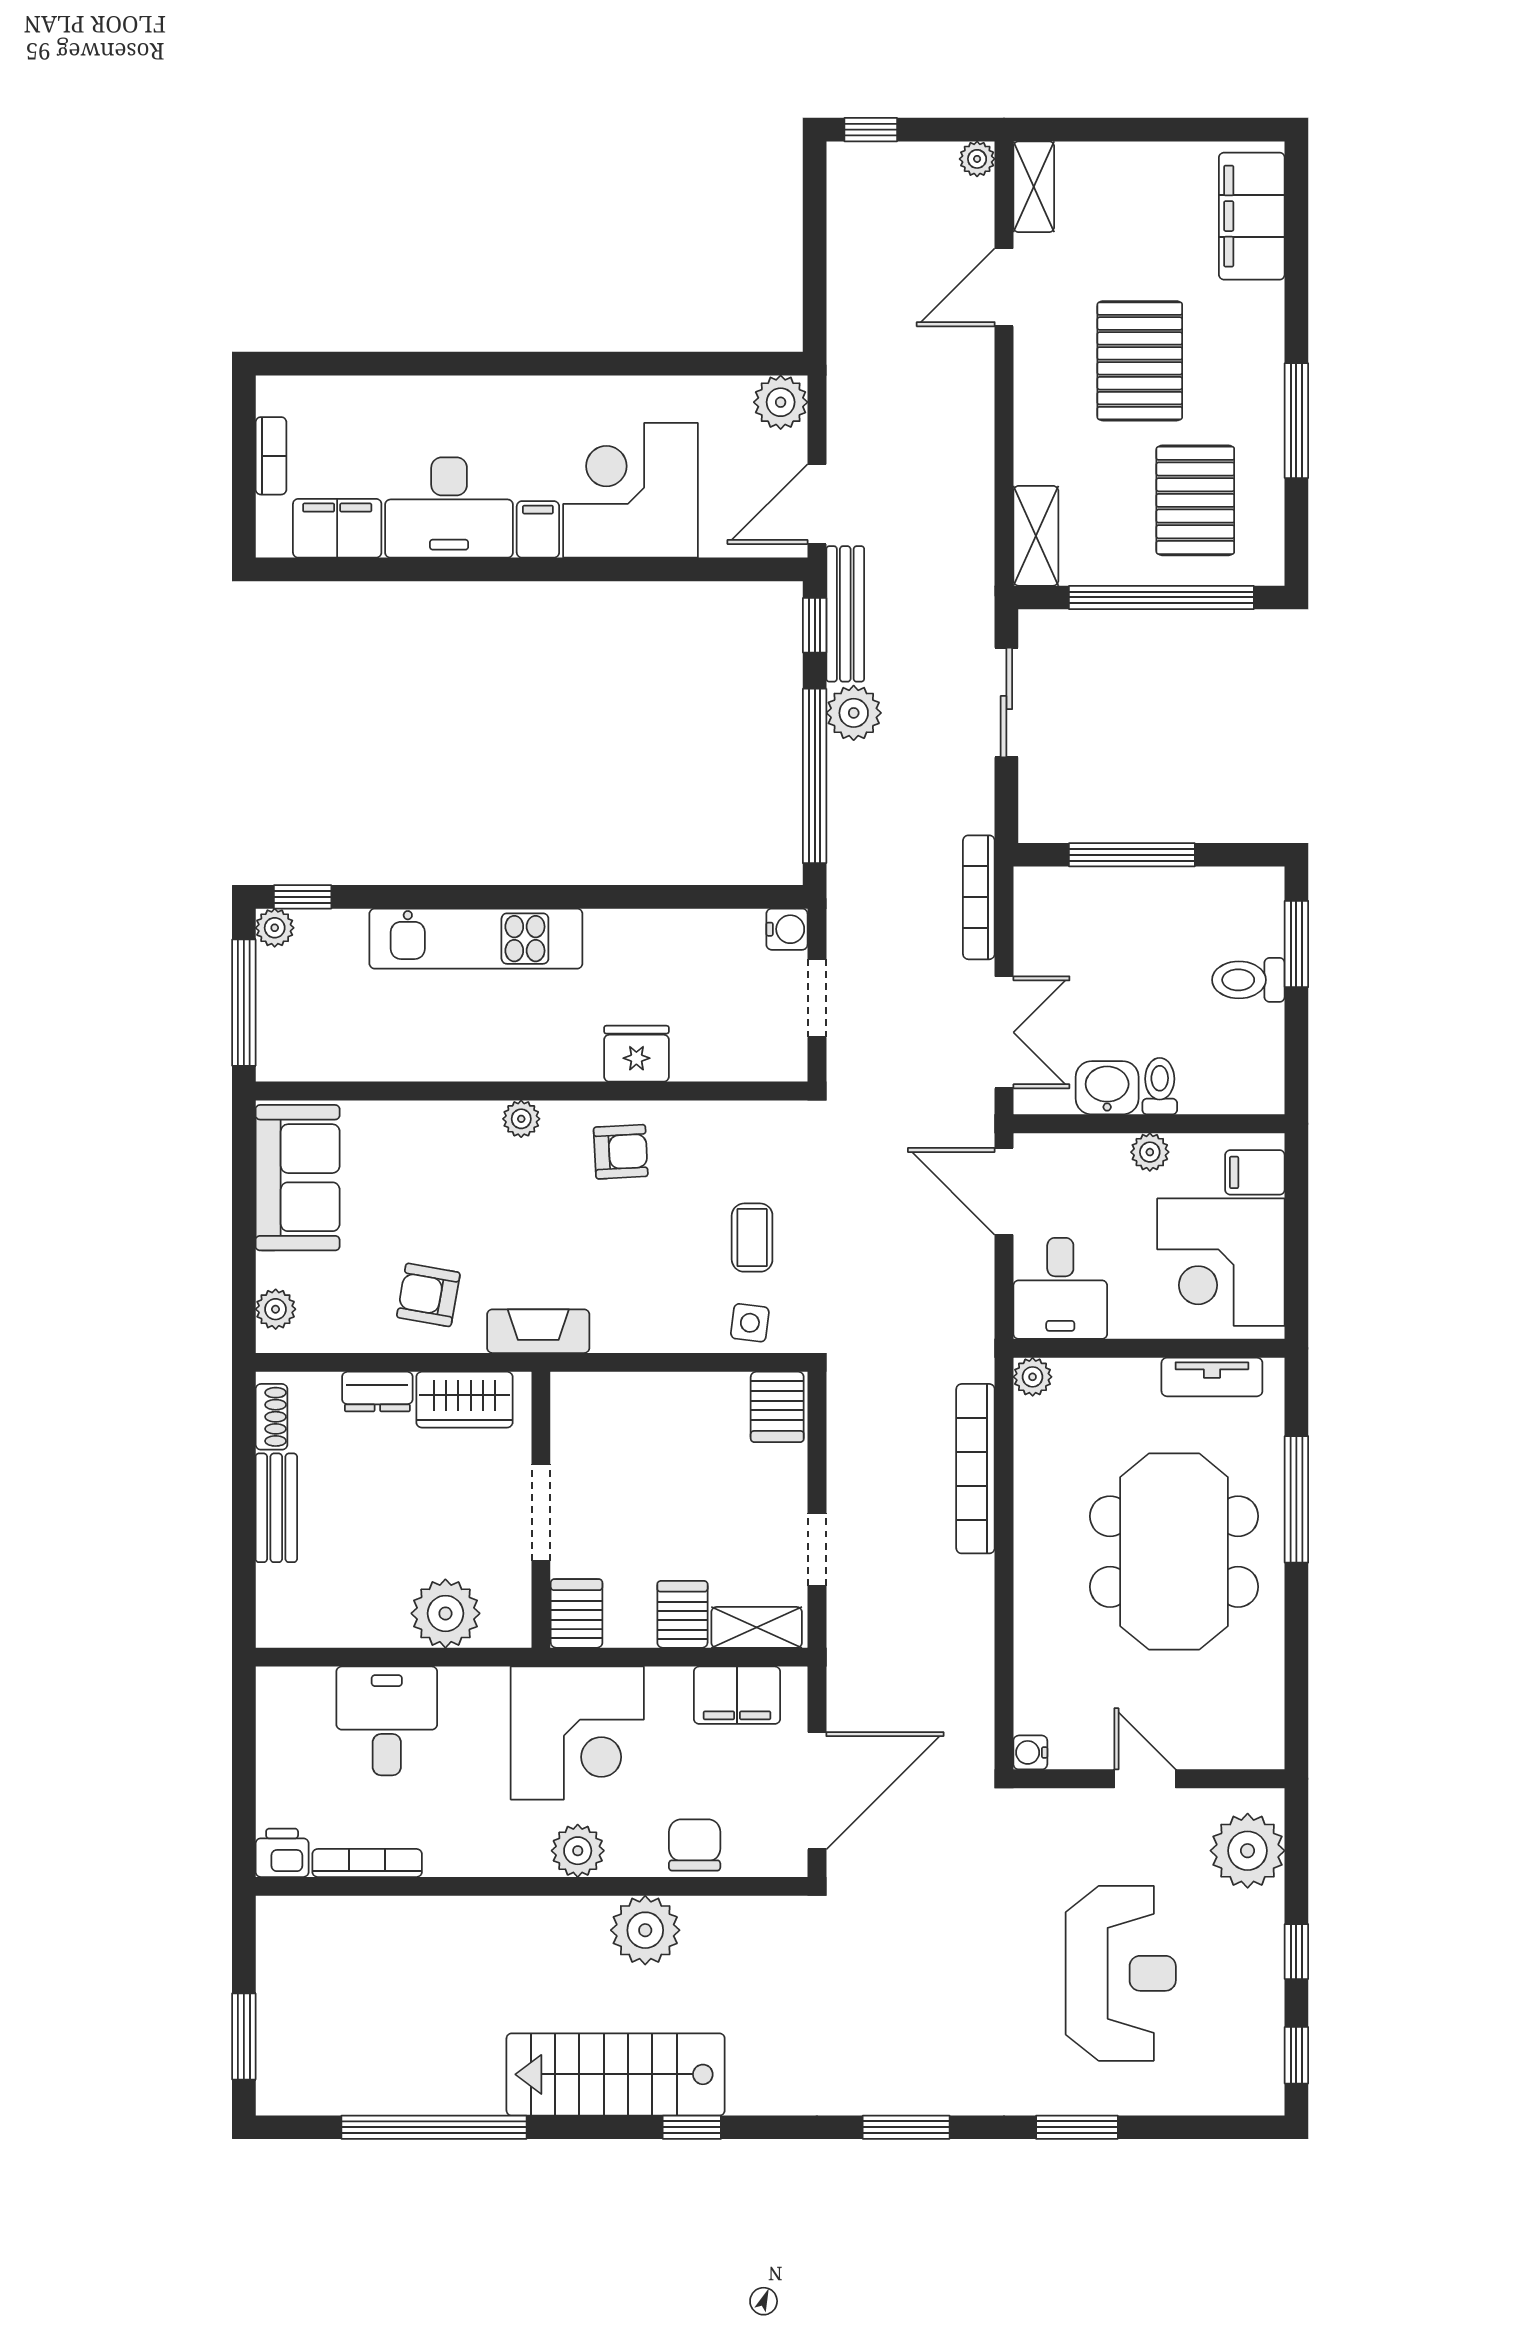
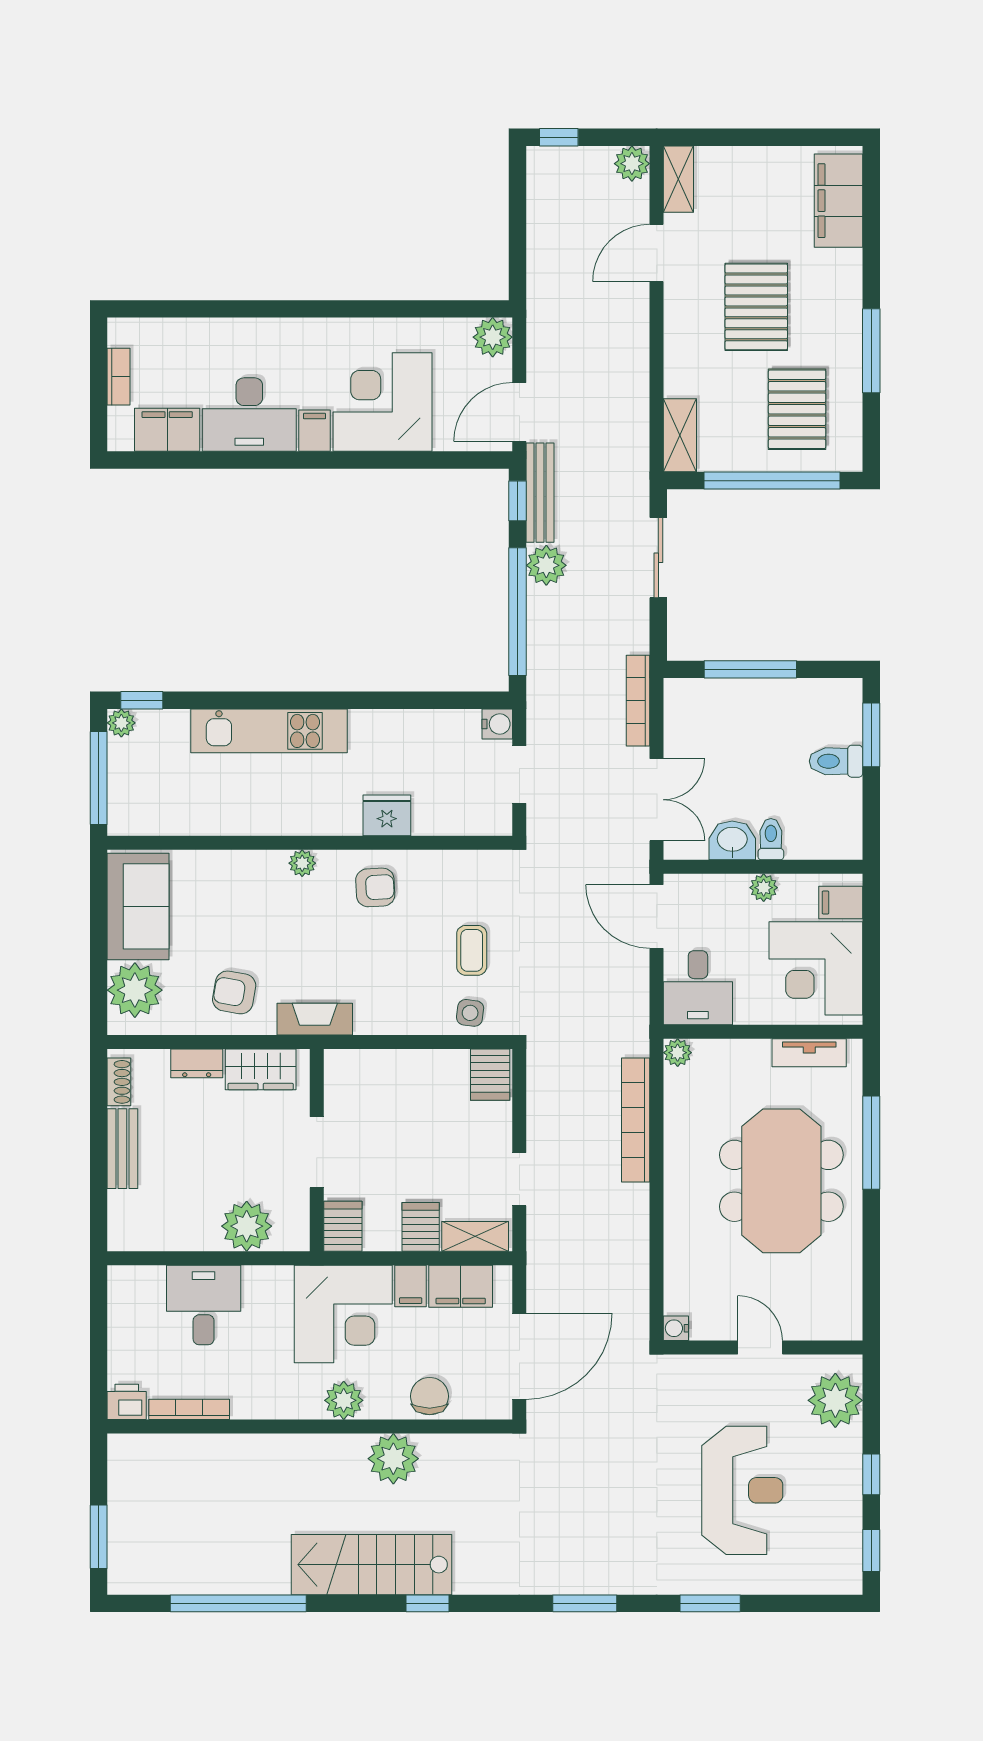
plant: (977, 159) -> (632, 164), width x1.38, depth x1.38
plant: (276, 1309) -> (135, 990), width x1.88, depth x1.88
filing cabinet: (669, 1695) -> (411, 1286), added

